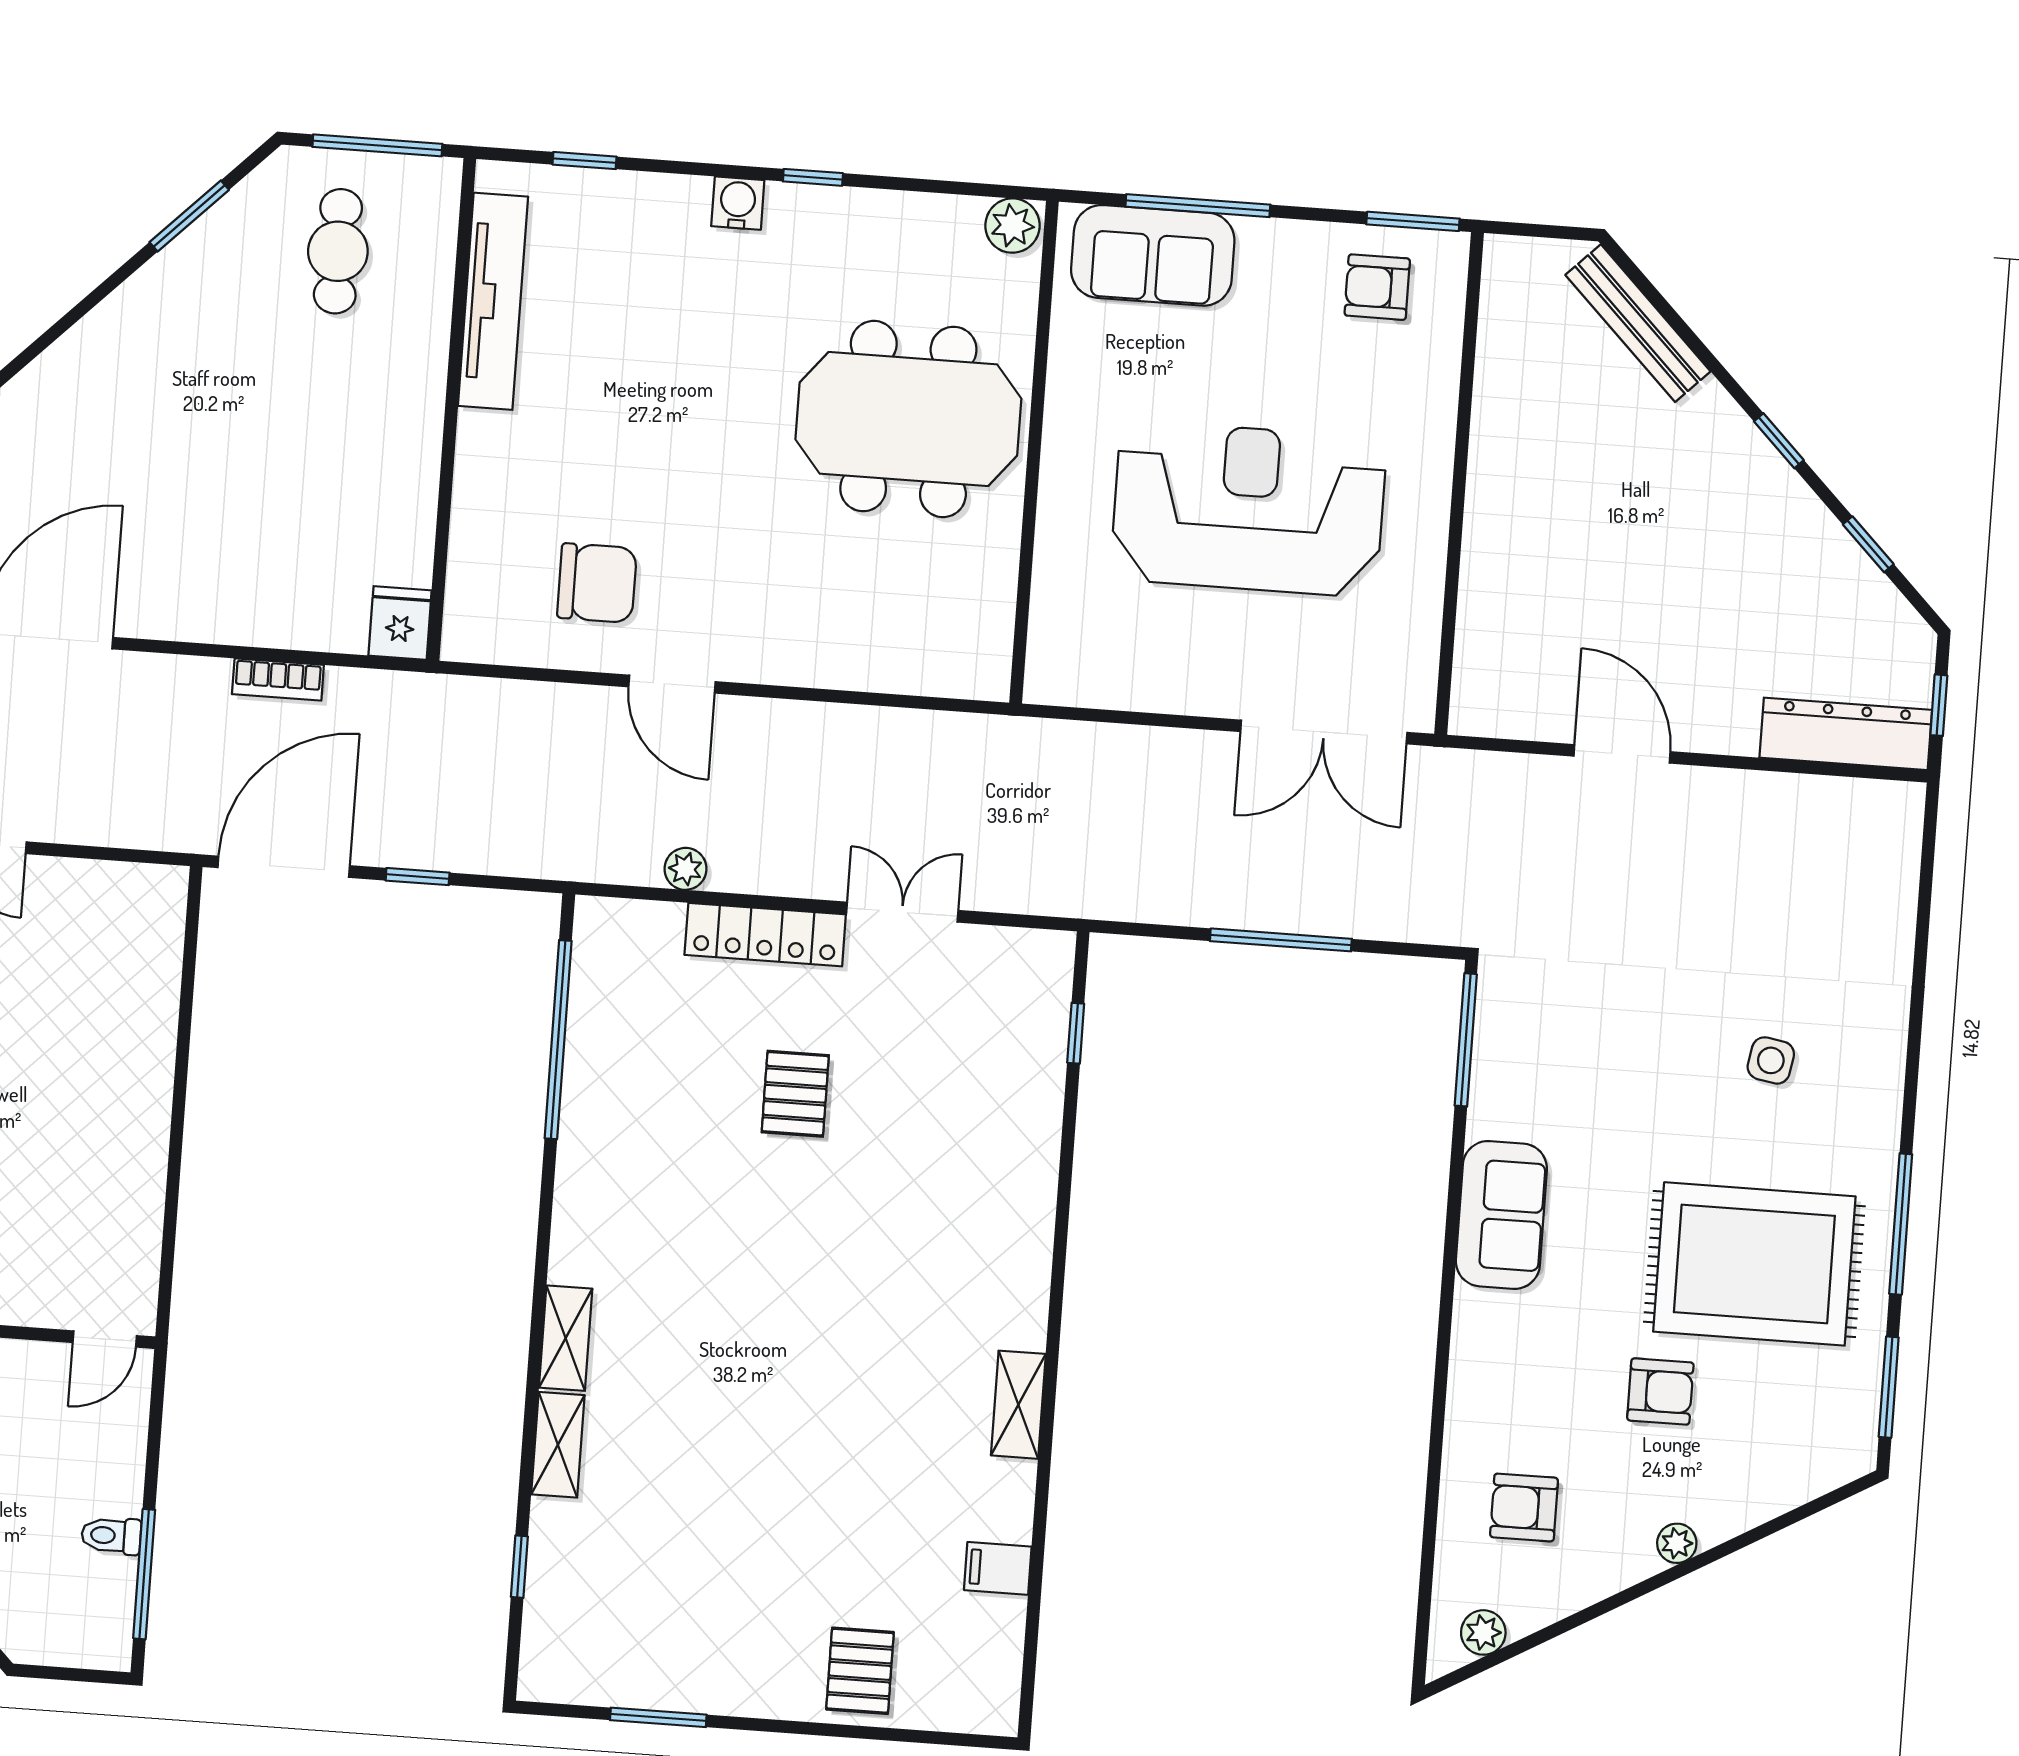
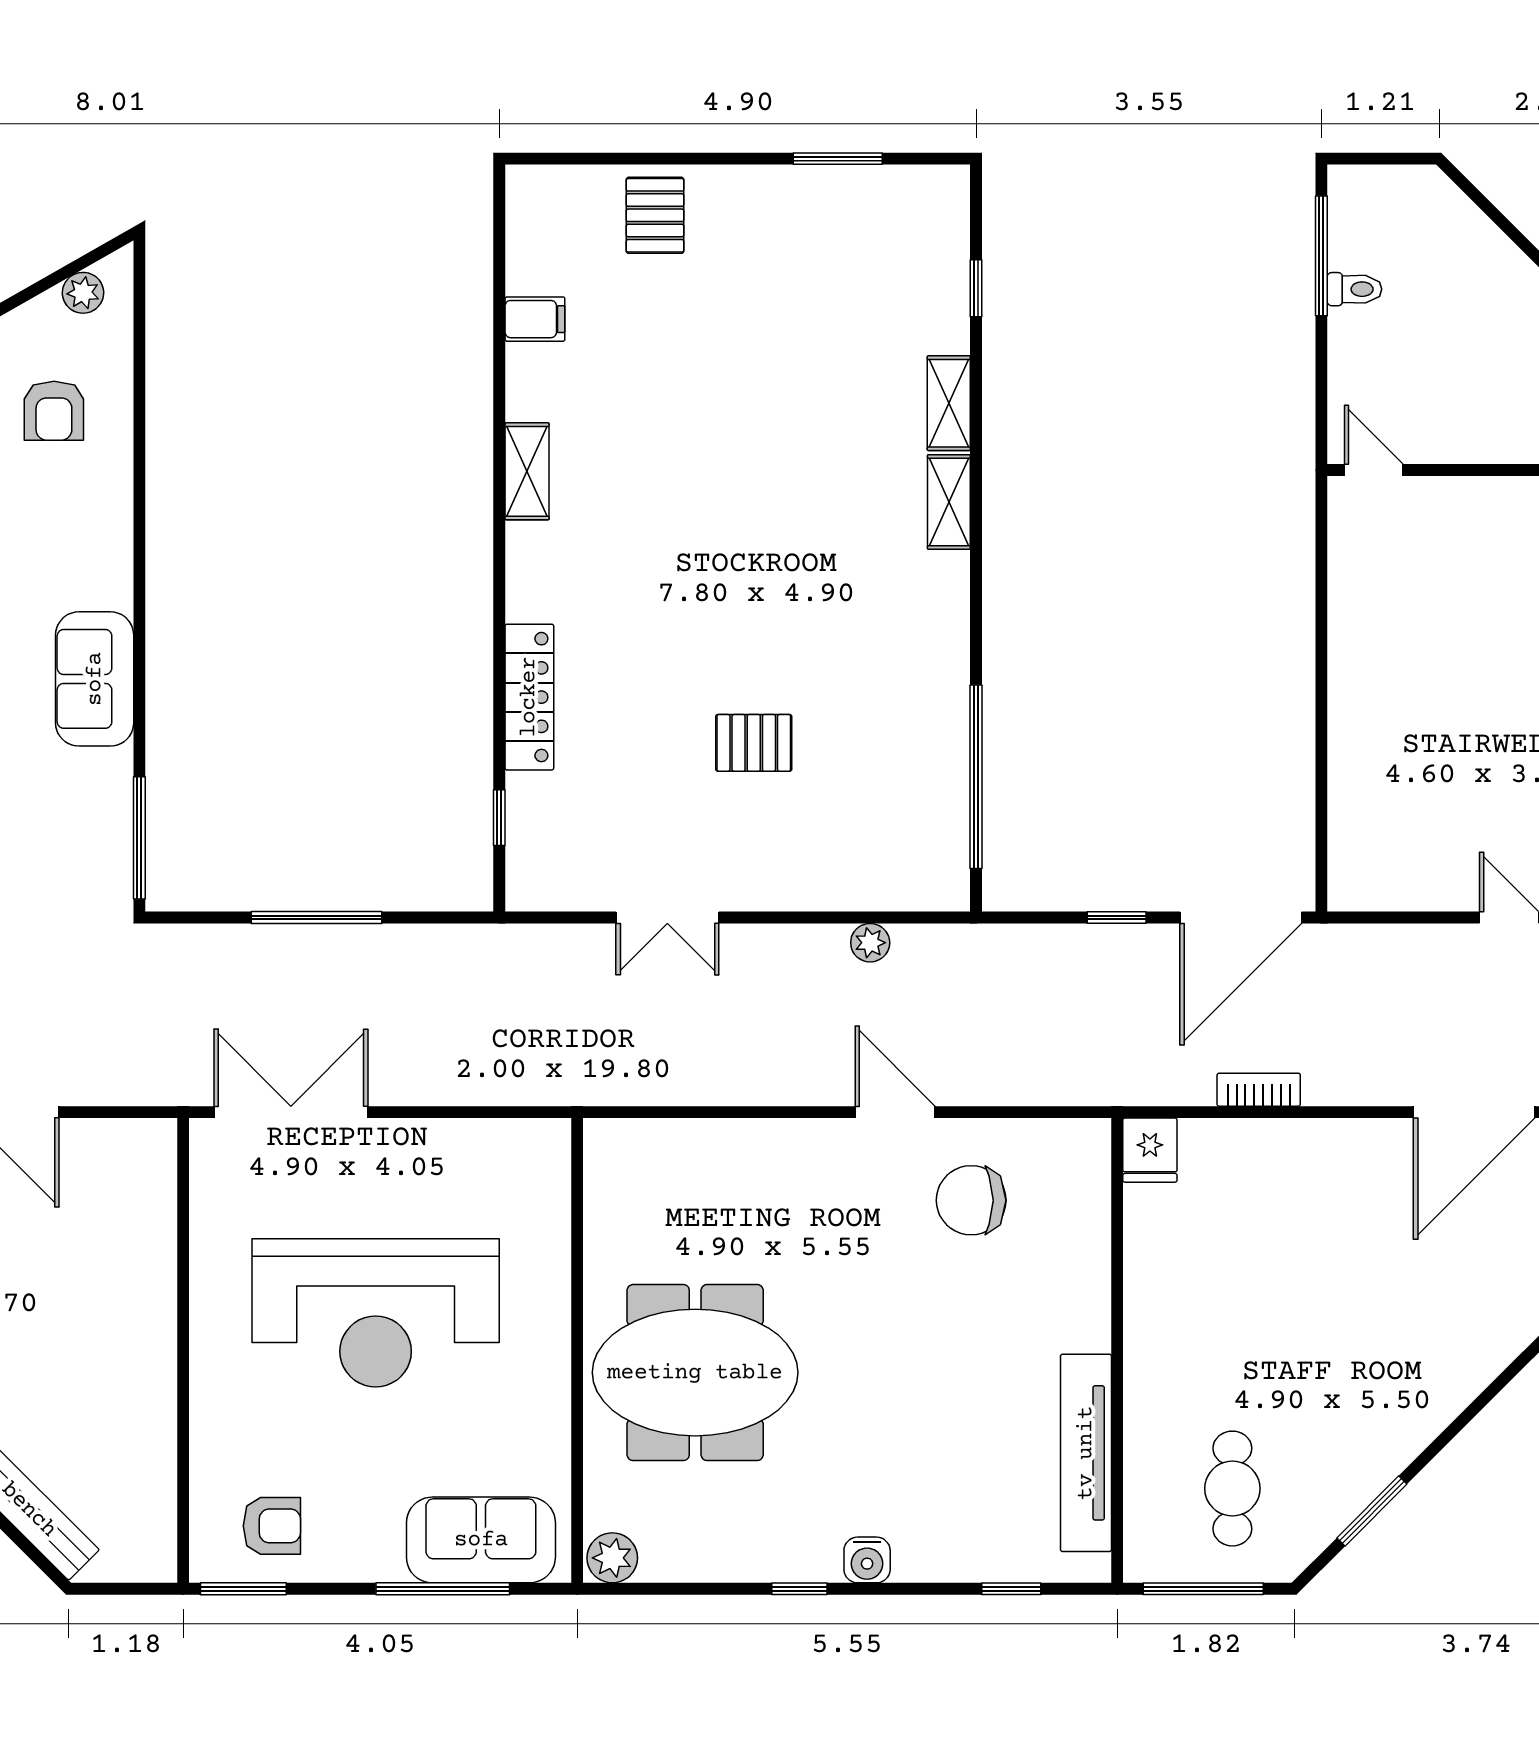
locker: (765, 935) -> (529, 697), moved, turned 90
pallet: (795, 1094) -> (754, 743), turned 90
door: (105, 1339) -> (1374, 470), hinge flipped
armchair: (1524, 1508) -> (54, 411), turned 90

